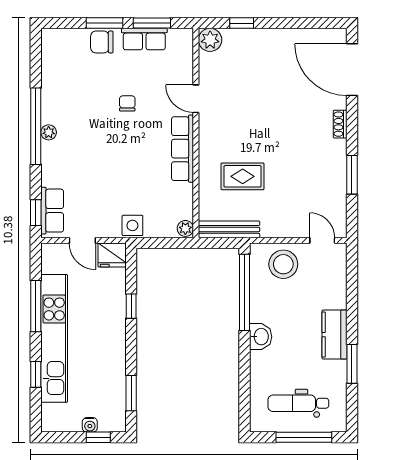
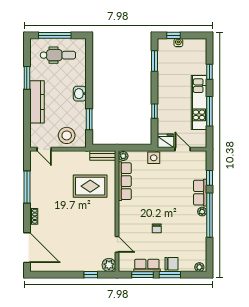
plant: (53, 36) -> (199, 267), added
door: (196, 99) -> (117, 244), moved
row of seats: (183, 149) -> (125, 181), moved
window: (352, 175) -> (27, 187), width x1.44
rug: (243, 176) -> (90, 186), width x1.36, depth x1.43
row of seats: (52, 211) -> (200, 193), moved
window: (36, 213) -> (210, 178), moved
bench: (229, 229) -> (103, 155), width x0.73
window: (244, 292) -> (89, 119), width x0.47
kitchen counter: (335, 335) -> (37, 102), width x1.50
kitchen unit: (54, 338) -> (199, 102), width x0.73

